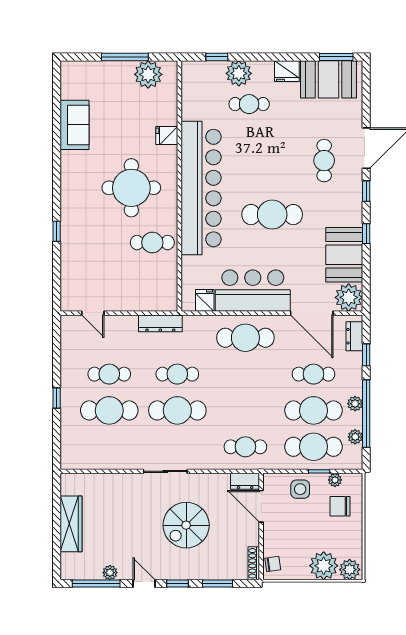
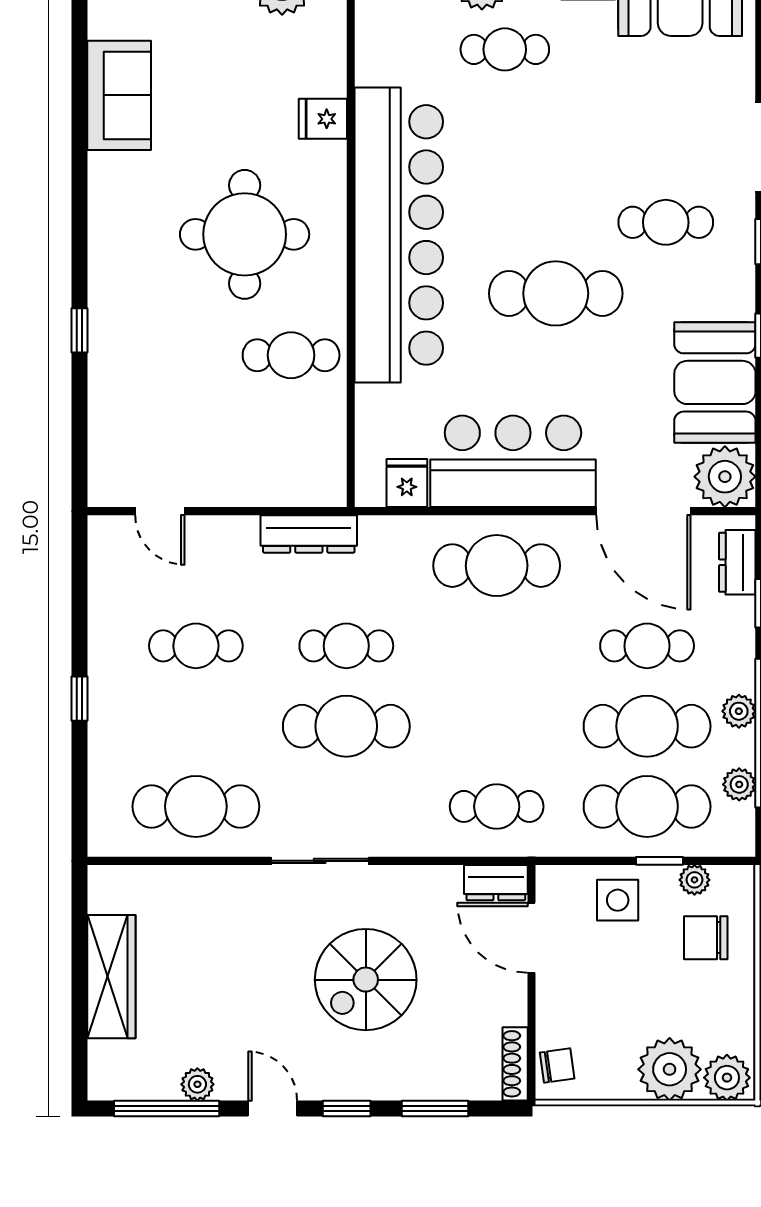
cafe table: (324, 161) -> (666, 222), moved, turned 90
cafe table: (109, 410) -> (196, 806), moved

